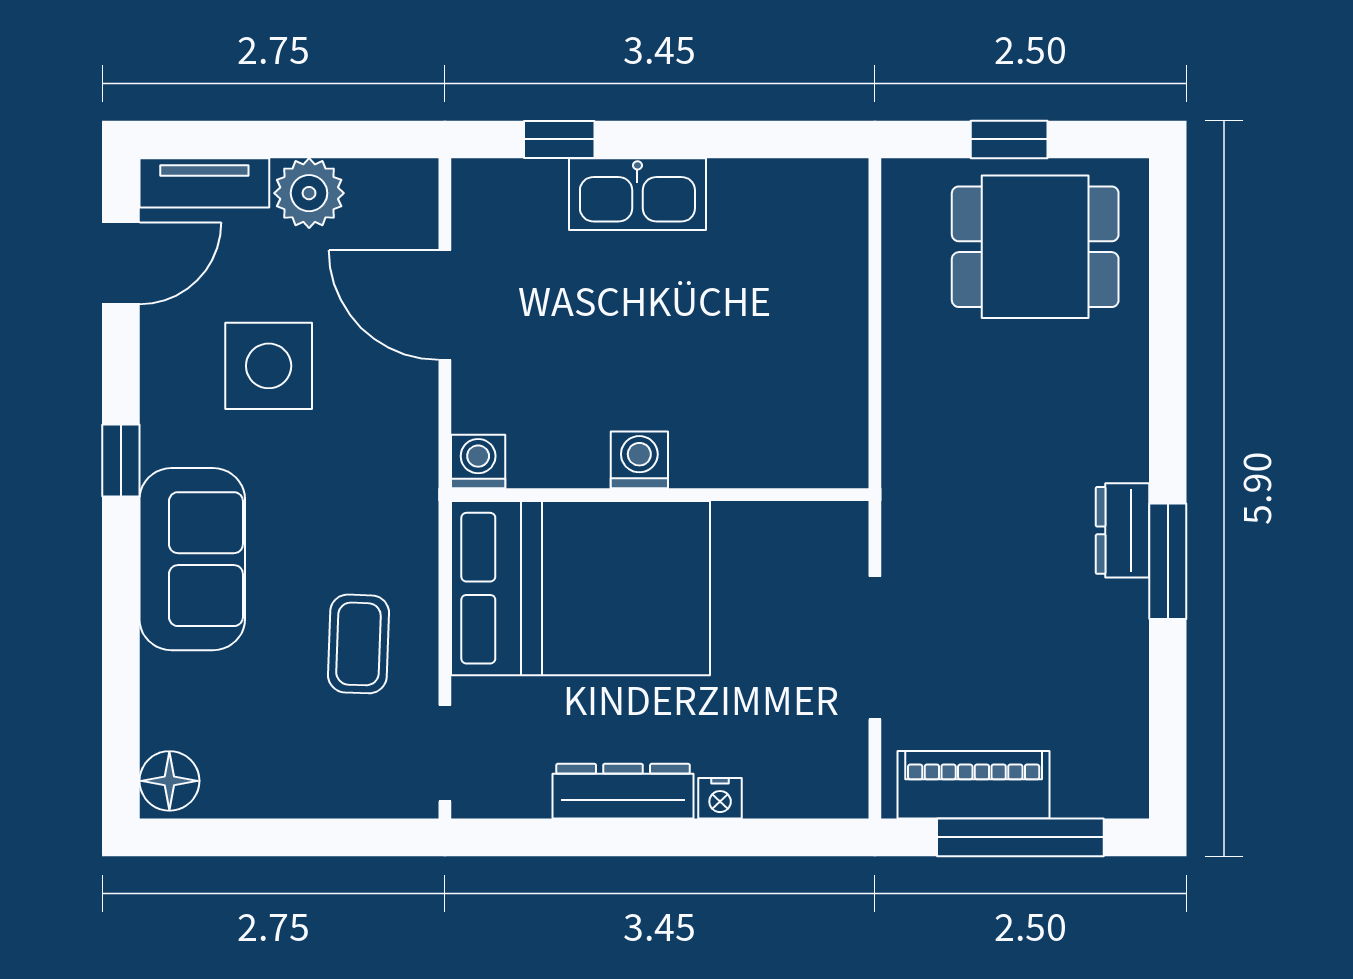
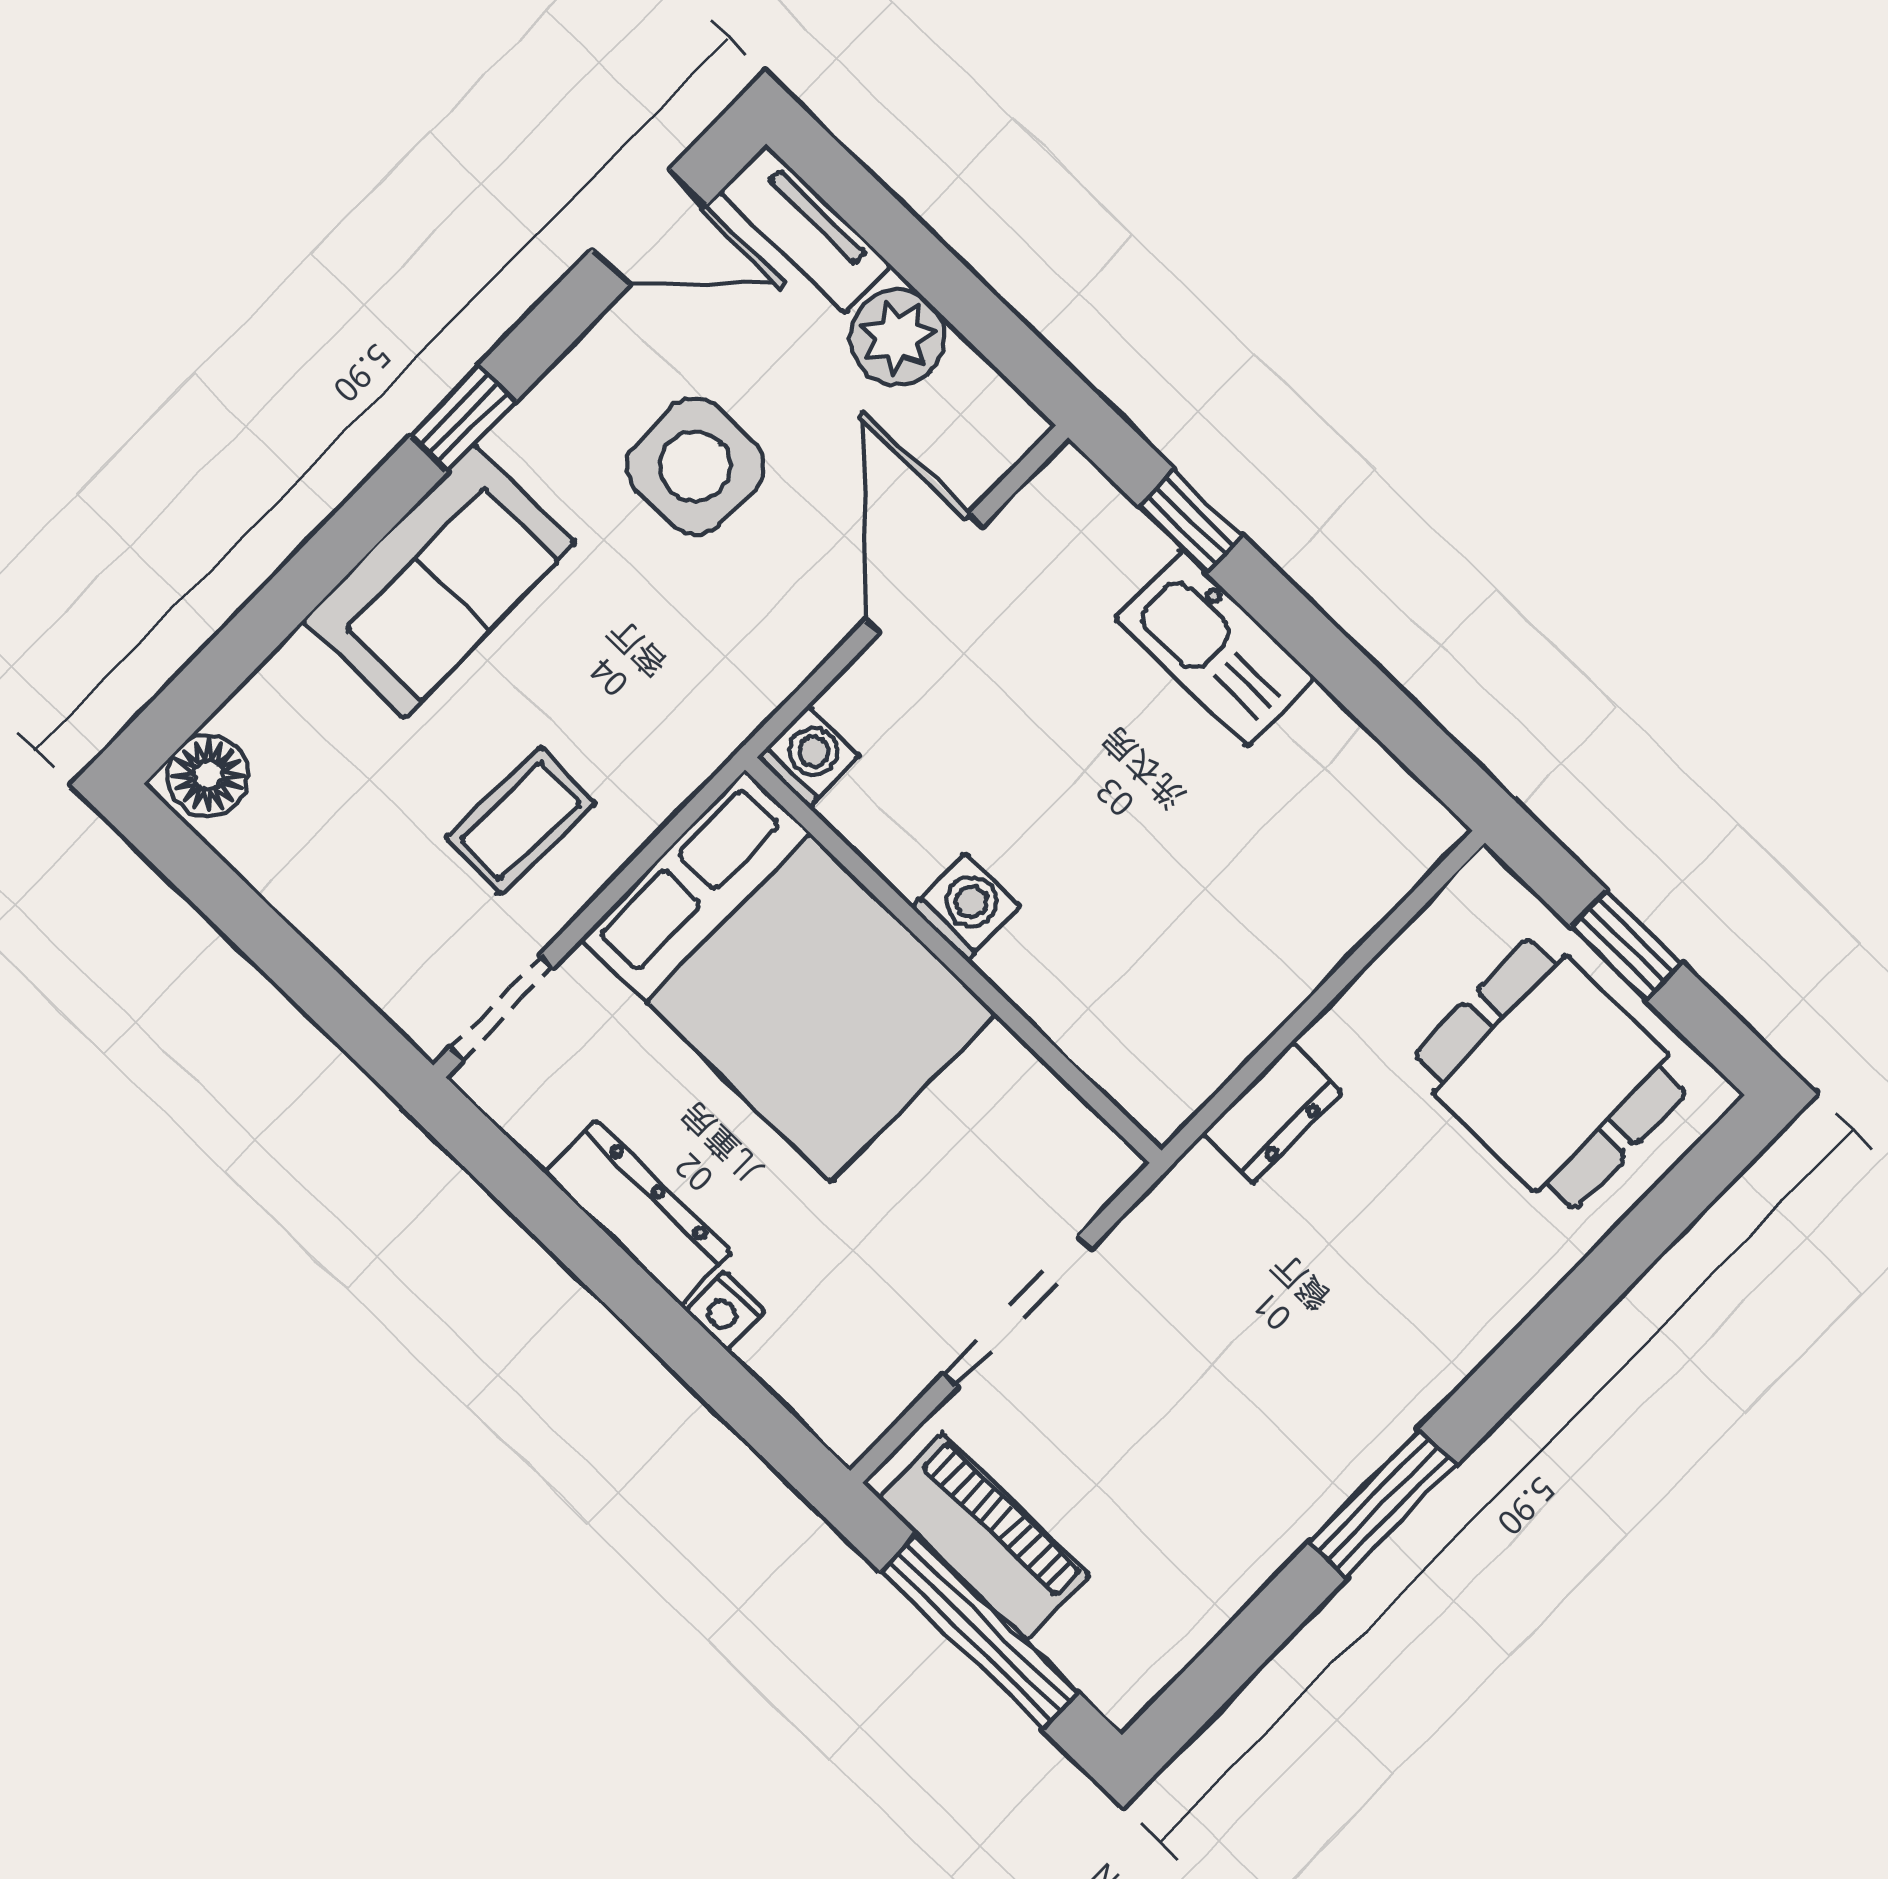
dresser: (1122, 530) -> (1272, 1113), moved, turned 180

